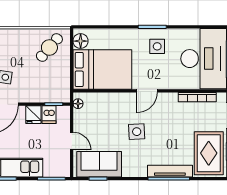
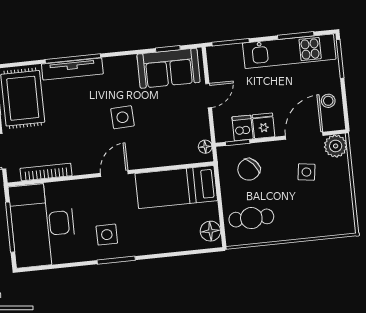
cafe table: (49, 48) -> (251, 218), turned 49
bed: (102, 69) -> (176, 187), width x0.67
chair: (48, 84) -> (249, 169), added
door: (72, 141) -> (209, 96), swing flipped

